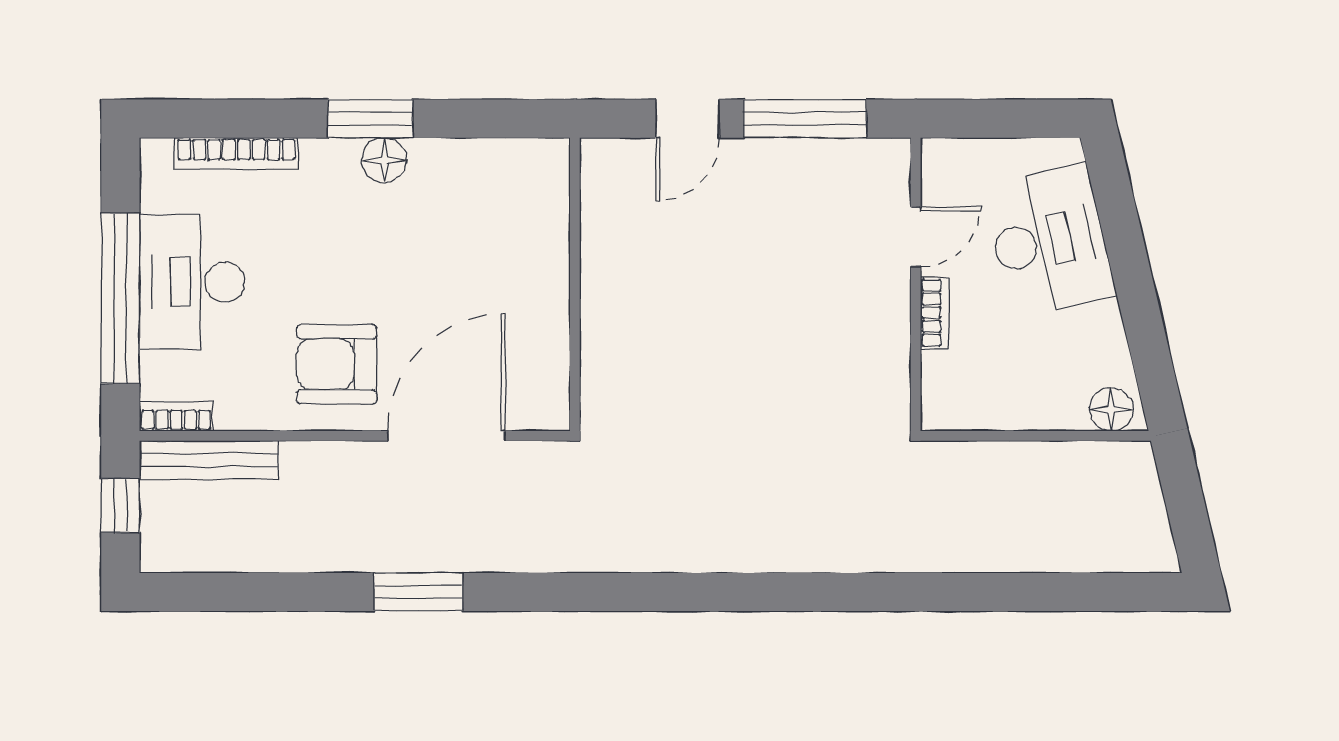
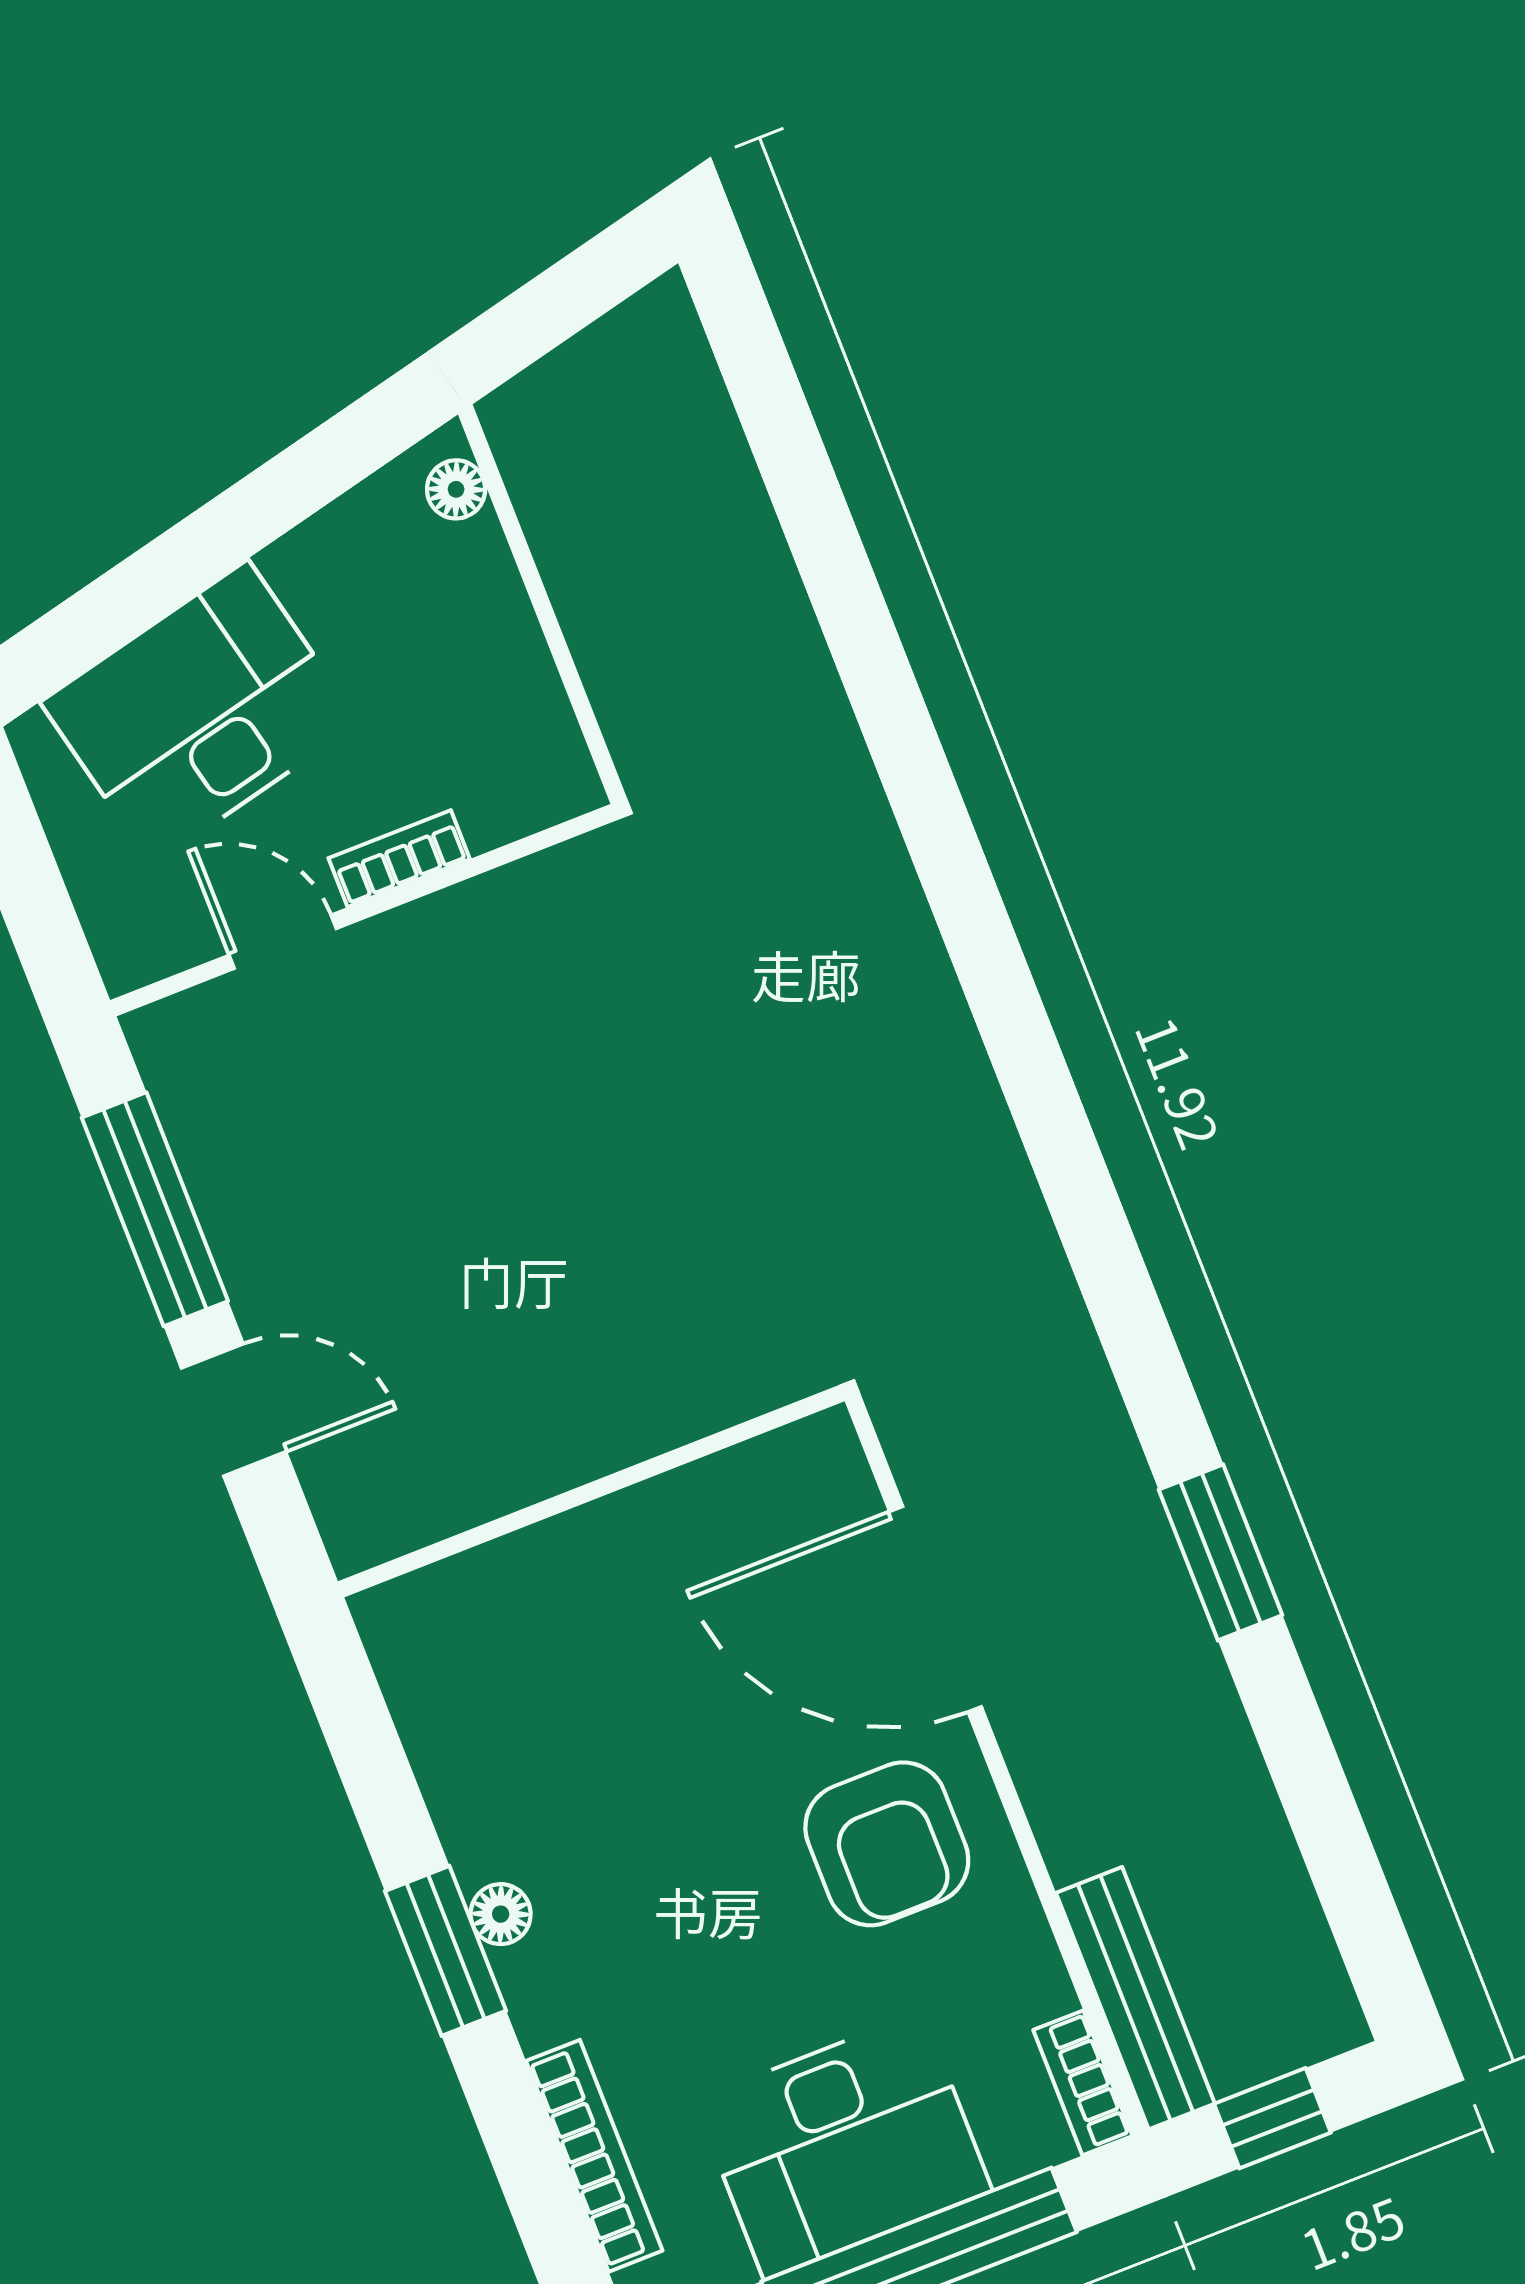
floor lamp: (384, 160) -> (501, 1914), width x0.73, depth x0.73
floor lamp: (1111, 409) -> (456, 489), width x0.73, depth x0.73

